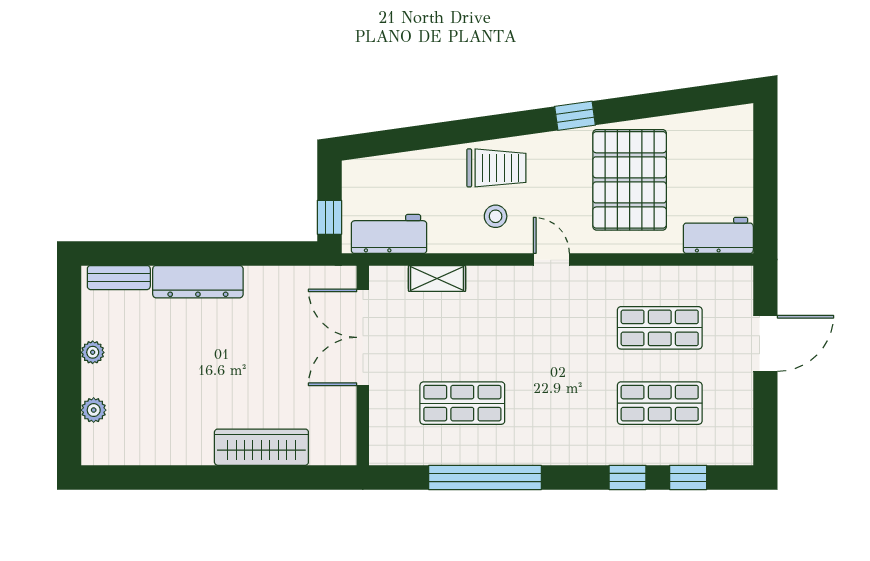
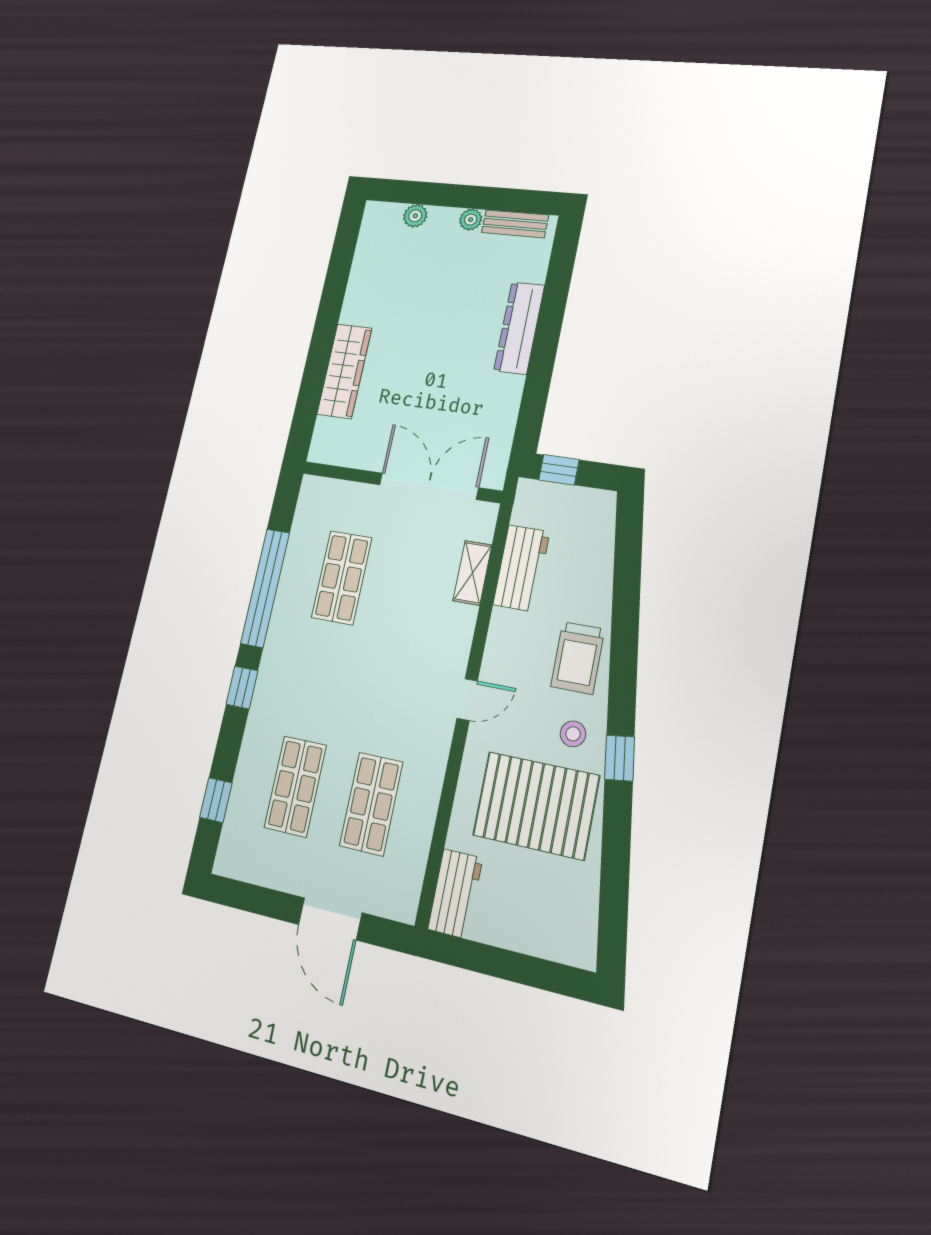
stool: (496, 216) -> (573, 734), moved
workbench: (389, 234) -> (521, 568), moved
bench: (119, 278) -> (515, 224), moved, turned 90
window: (628, 477) -> (242, 688), moved

